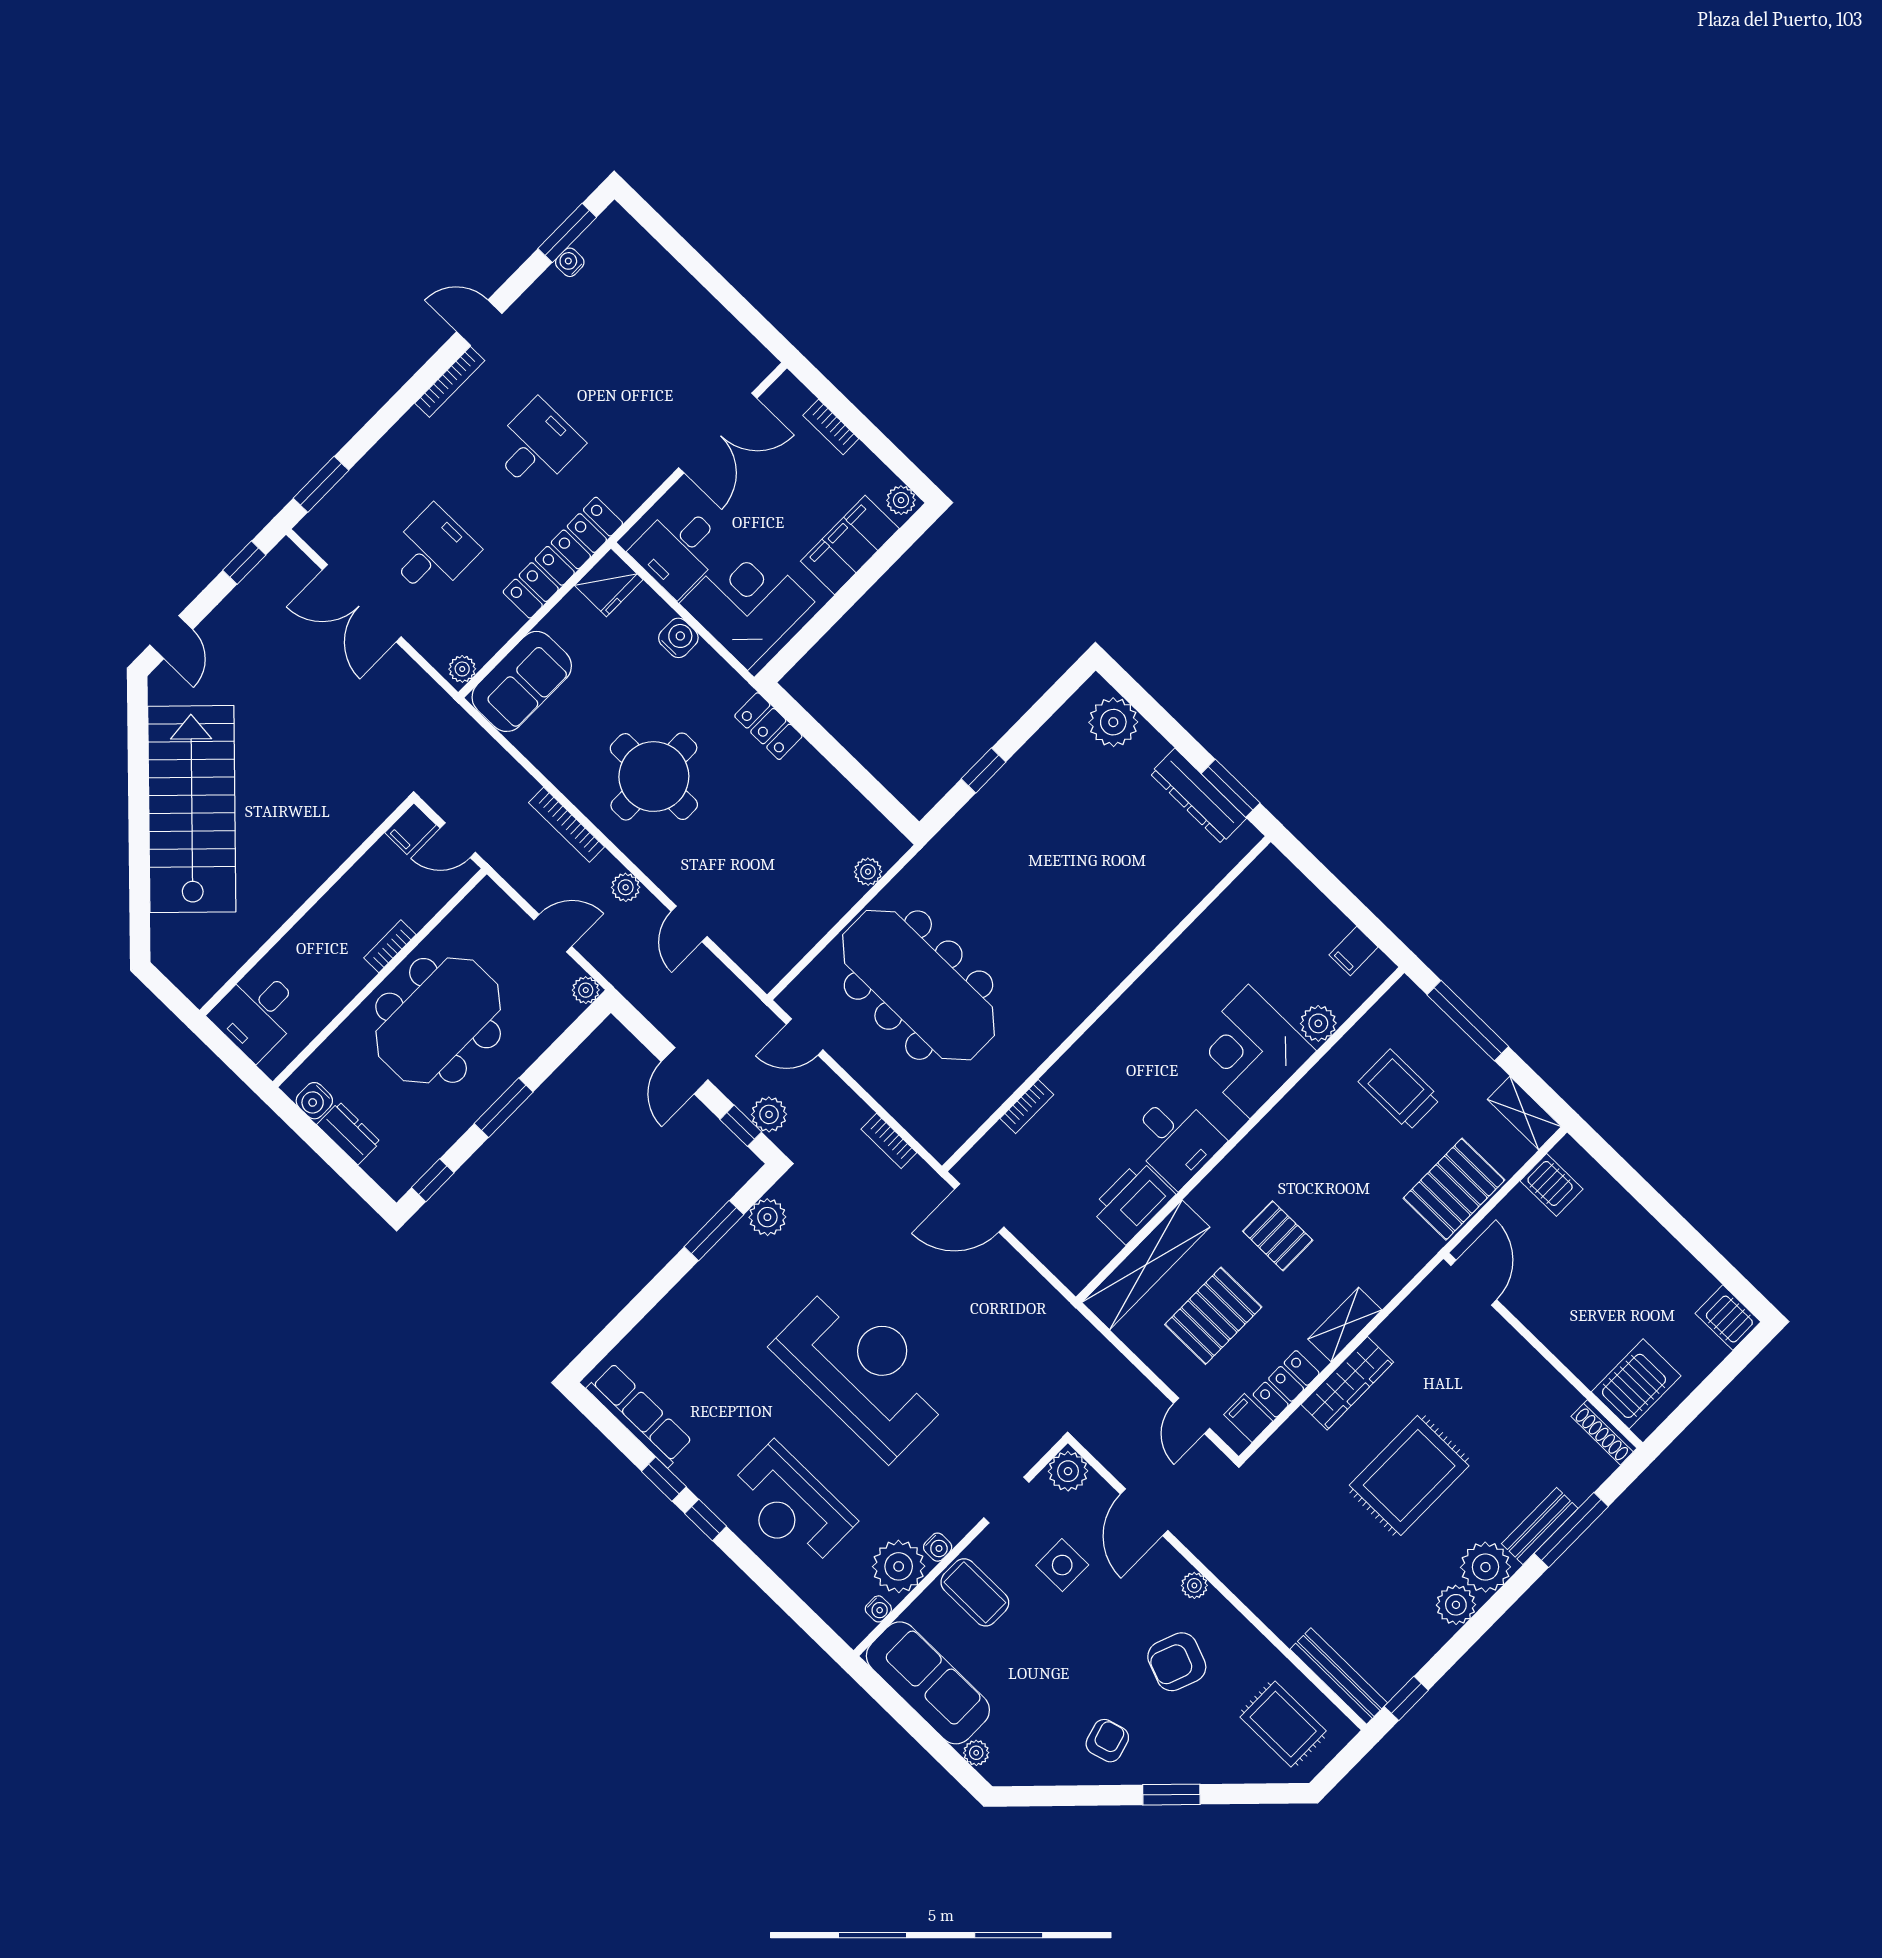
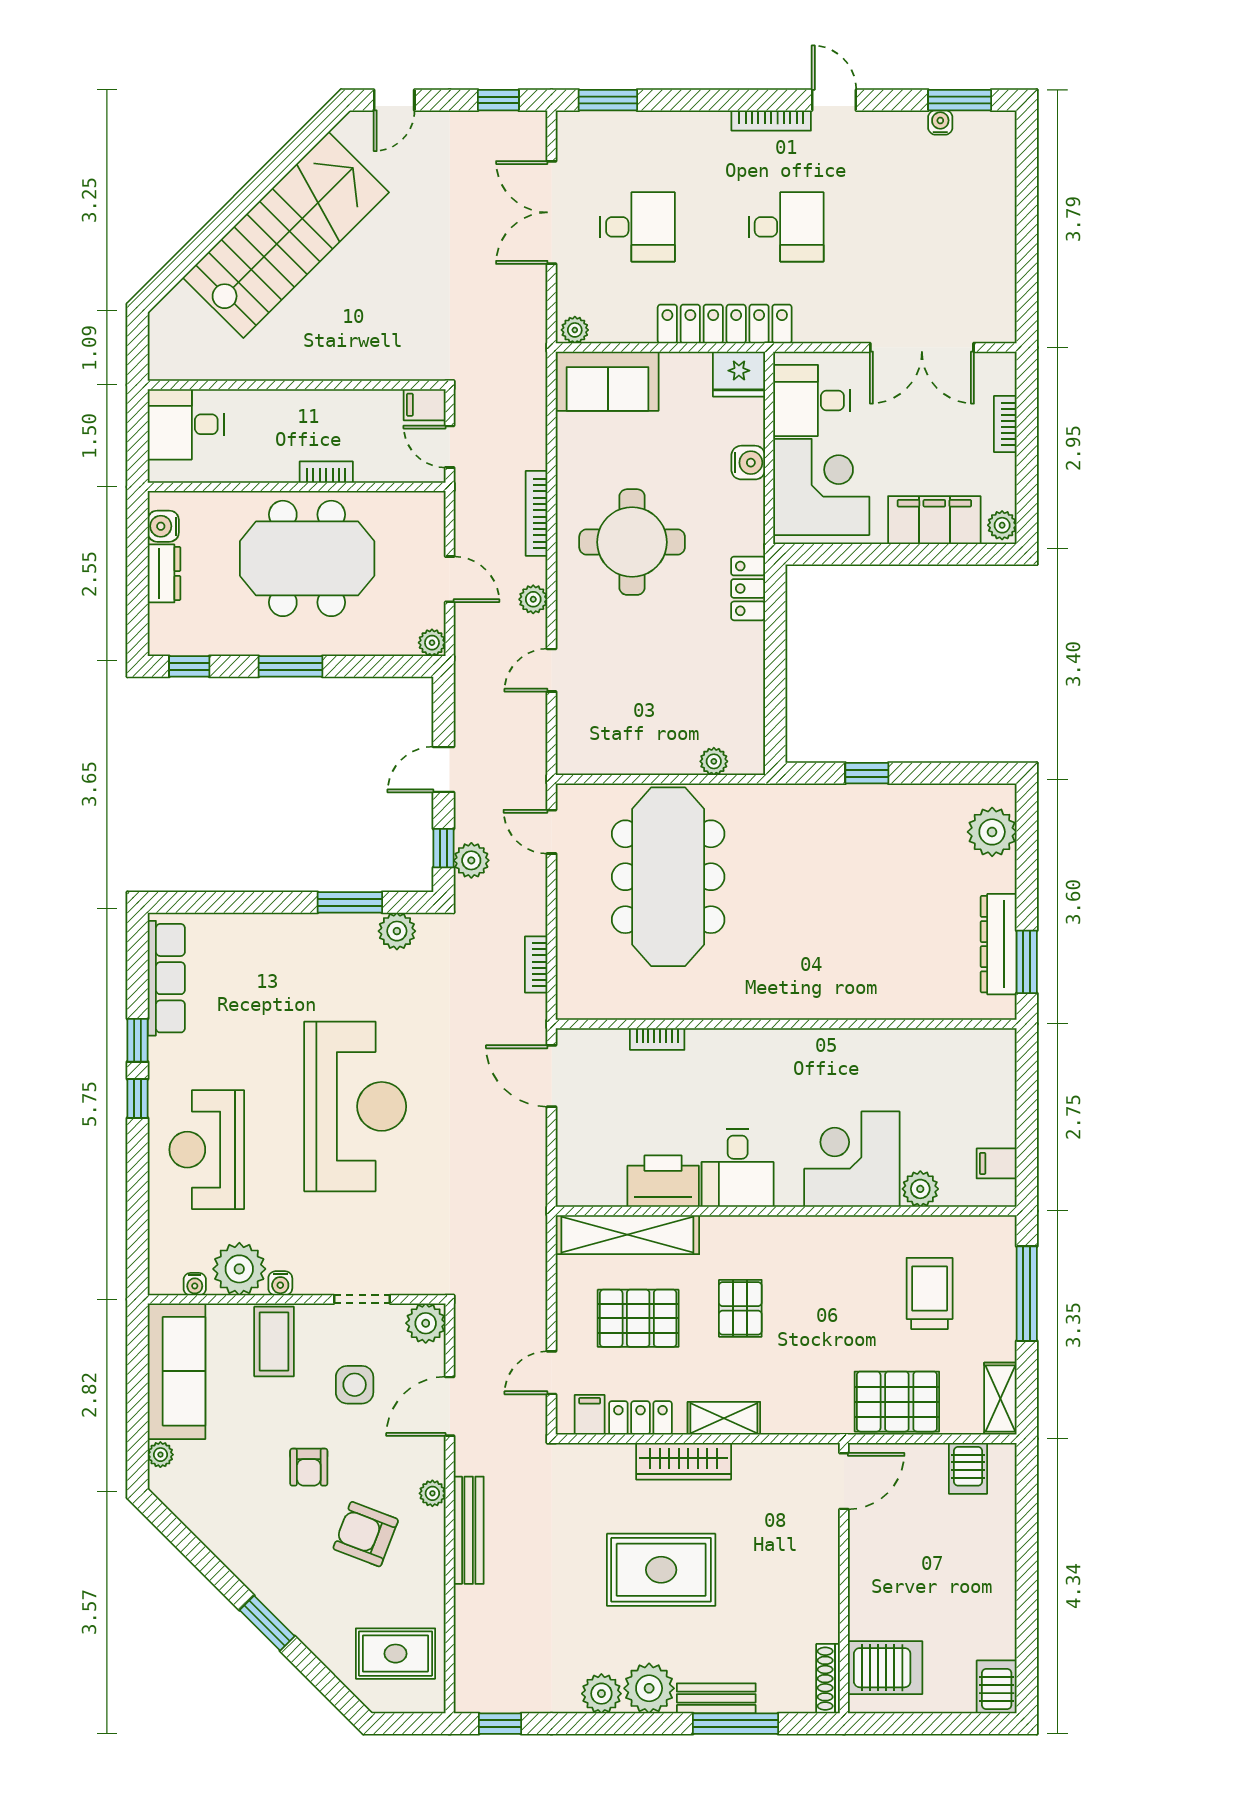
bench: (1339, 1676) -> (469, 1530), moved
rug: (1283, 1724) -> (395, 1654), turned 90
armchair: (1107, 1741) -> (309, 1467), moved, turned 106

